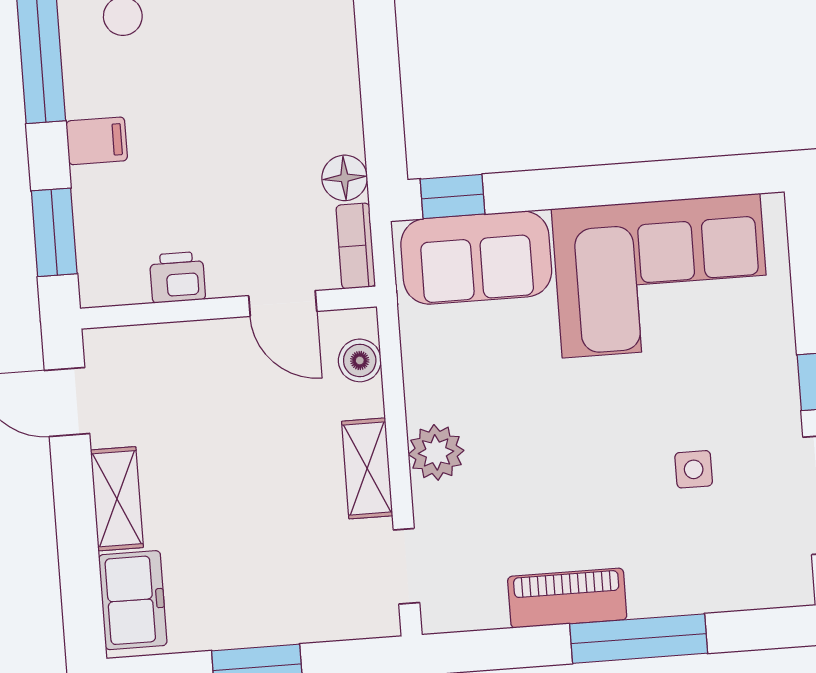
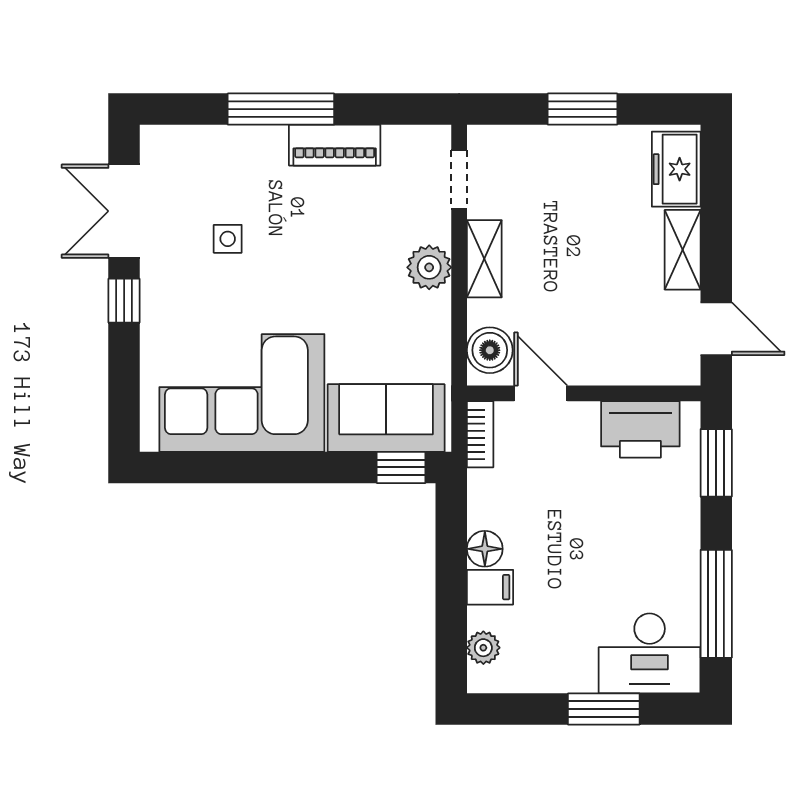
filing cabinet: (97, 141) -> (490, 587), moved, turned 180
floor lamp: (345, 178) -> (485, 549), moved
printer: (177, 277) -> (640, 429), width x1.87, depth x1.48
boiler: (360, 360) -> (490, 350), width x1.36, depth x1.36

